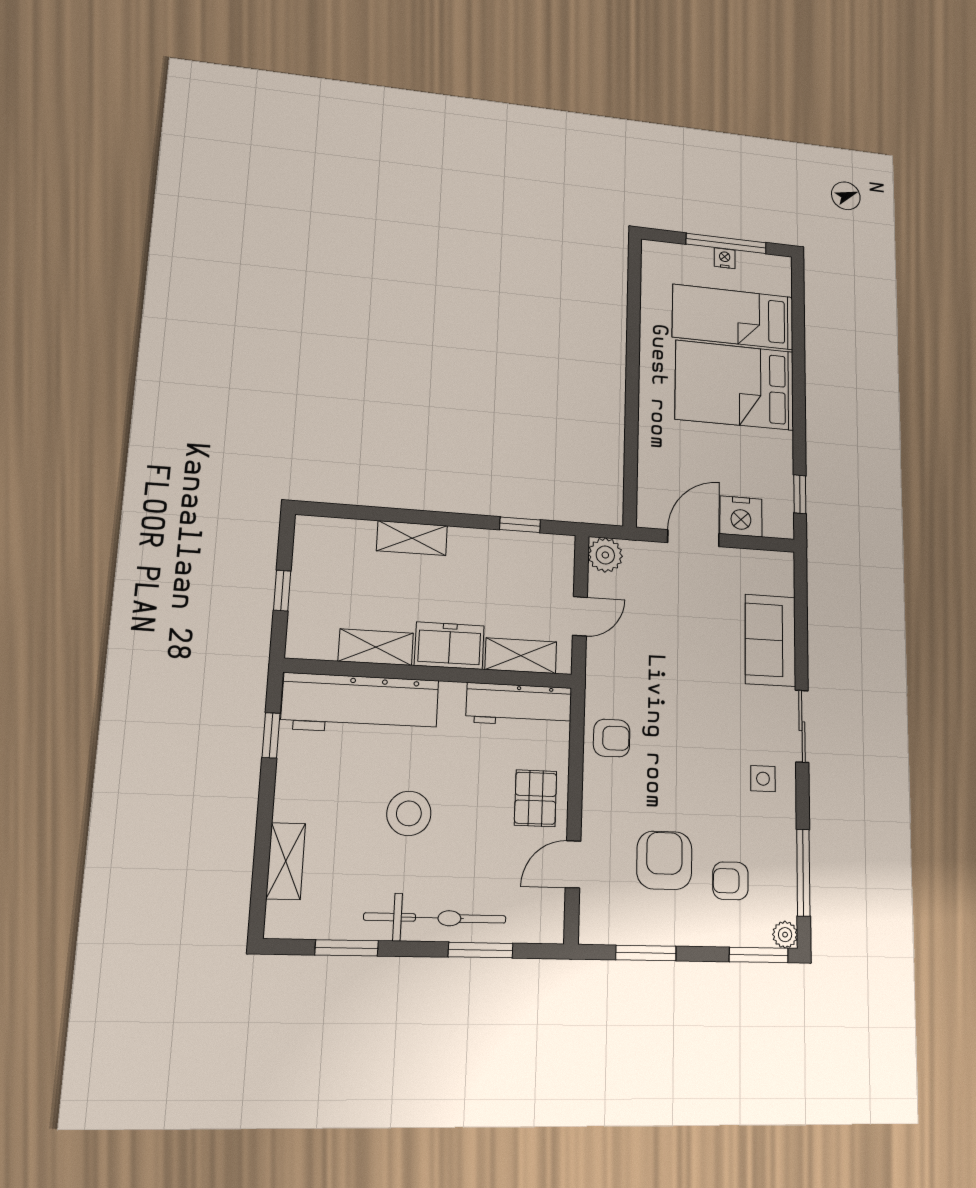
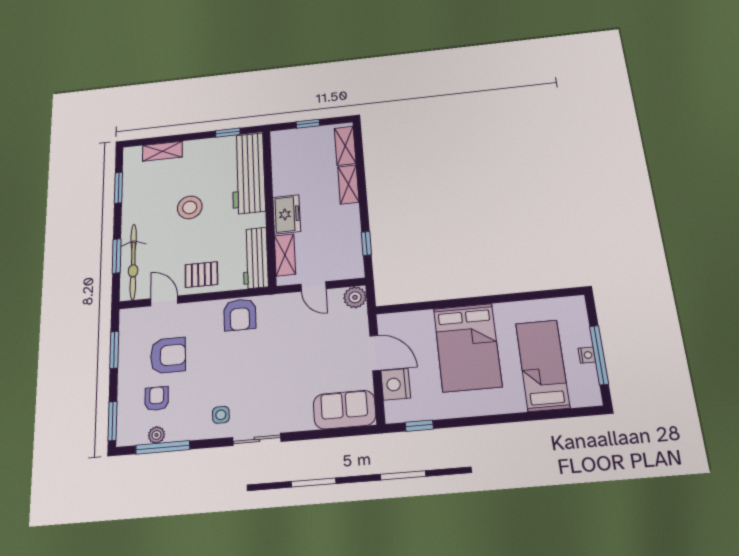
bed: (735, 385) -> (467, 347), moved, turned 180
sofa: (770, 640) -> (344, 410), moved
shelving: (376, 647) -> (345, 146), moved
armchair: (612, 738) -> (240, 315), width x1.38, depth x1.38
bicycle: (435, 918) -> (133, 262), moved
plant: (785, 935) -> (157, 435), moved

